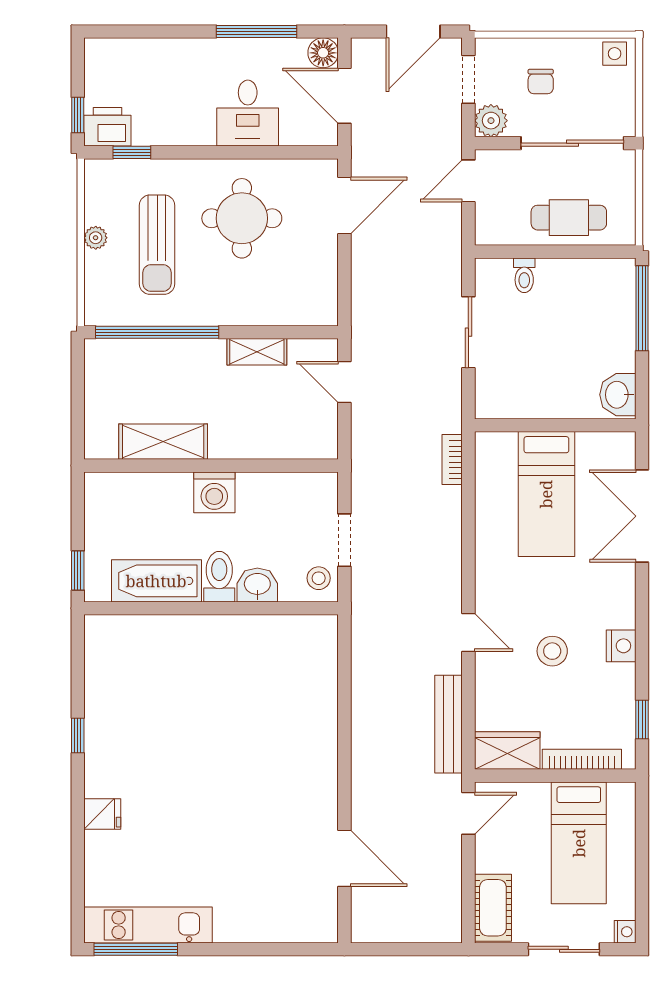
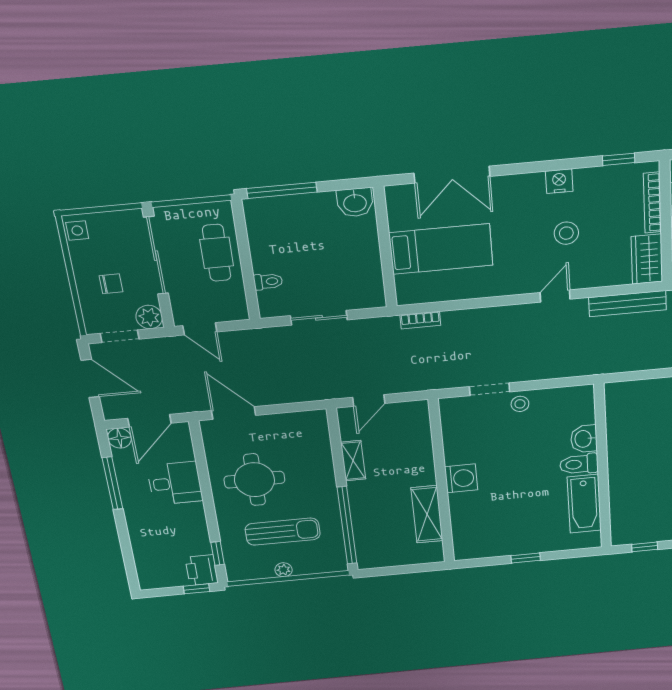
toilet: (219, 577) -> (579, 464), moved
bathtub: (156, 581) -> (584, 504), moved
washbasin: (257, 585) -> (584, 439), moved
wall: (211, 608) -> (603, 467), moved

